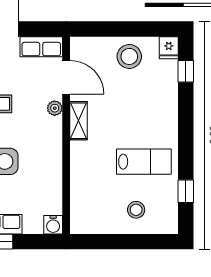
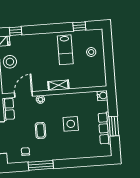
shelving: (79, 121) -> (58, 85), moved
lab bench: (144, 162) -> (65, 50), turned 180

